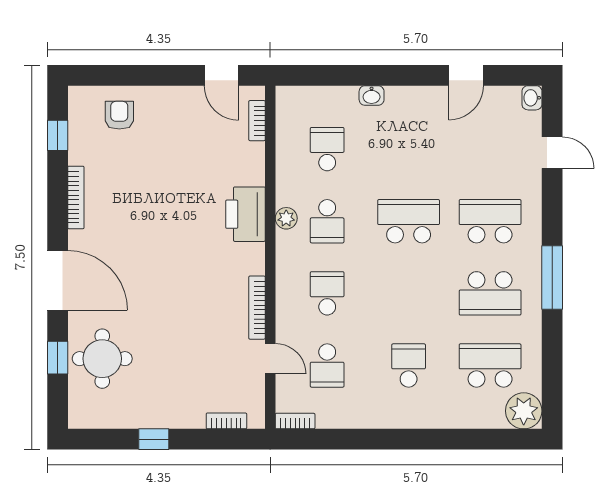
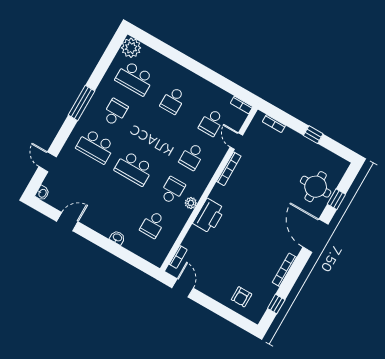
school desk: (490, 293) -> (115, 112), width x0.54
school desk: (327, 366) -> (211, 122), turned 180

